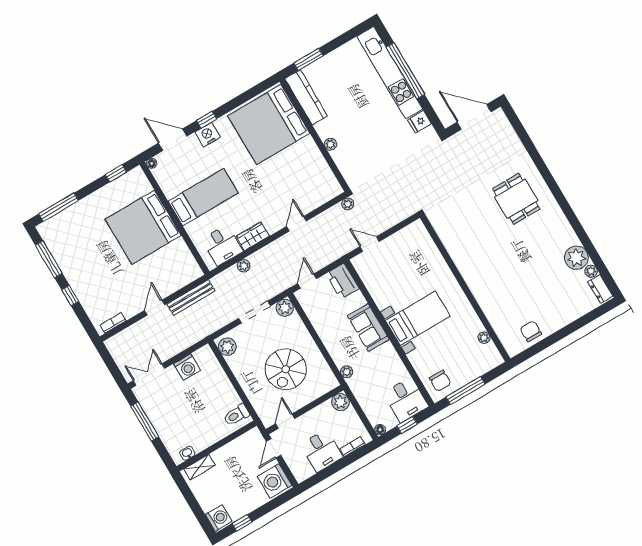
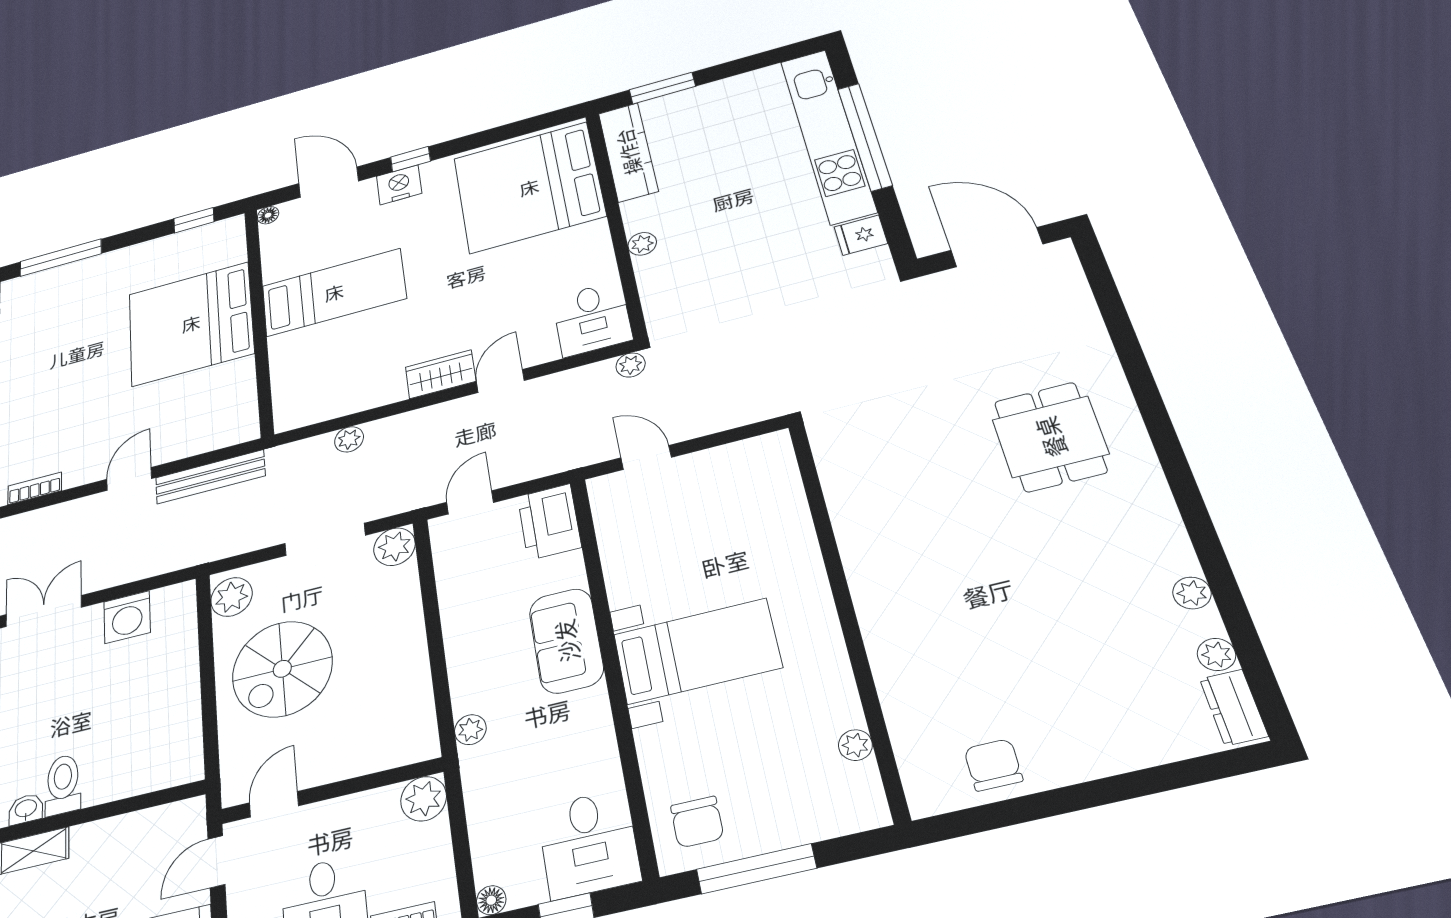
wardrobe: (253, 236) -> (441, 374), moved
desk: (222, 245) -> (592, 319), moved
plant: (576, 258) -> (1192, 593), width x0.53, depth x0.53
spiral stairs: (286, 369) -> (282, 669), moved
toilet: (236, 415) -> (63, 785), moved, turned 90

